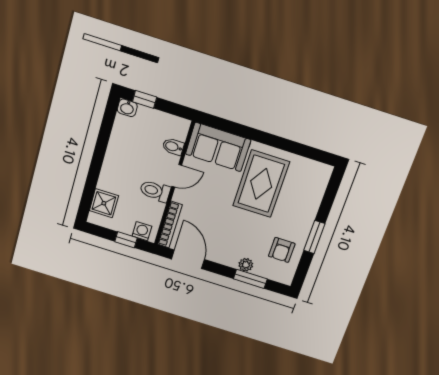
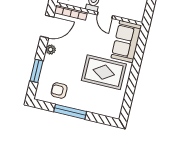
bidet: (173, 147) -> (124, 12), removed
window: (314, 237) -> (70, 112), width x1.44
plant: (246, 265) -> (51, 50), moved

